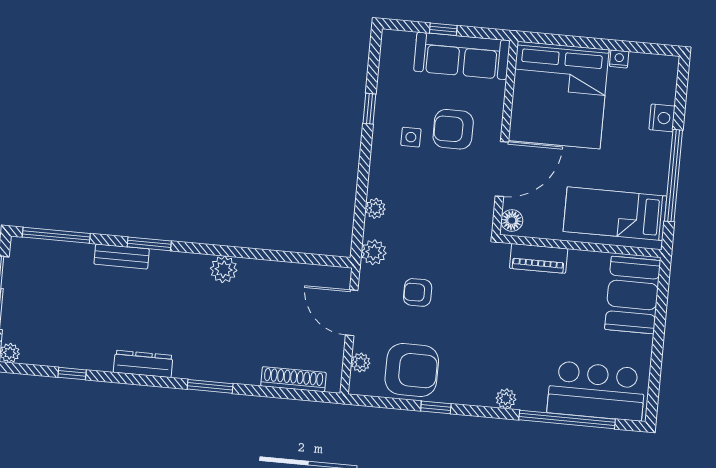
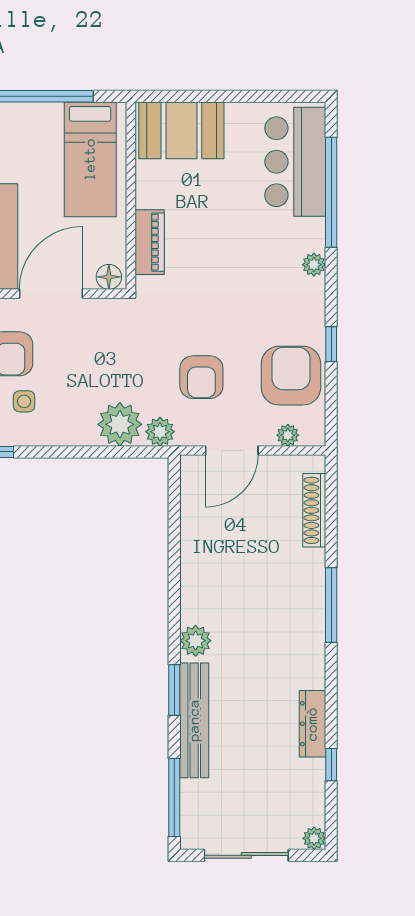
door: (502, 169) -> (51, 294), hinge flipped
plant: (375, 208) -> (120, 424), width x1.88, depth x1.88
bench: (122, 257) -> (194, 720), width x1.86, depth x1.21
plant: (224, 269) -> (196, 641), moved
armchair: (418, 292) -> (201, 377), width x1.38, depth x1.38
dresser: (143, 364) -> (312, 724), moved
window: (210, 386) -> (331, 605), width x1.44

